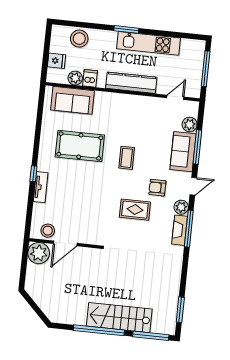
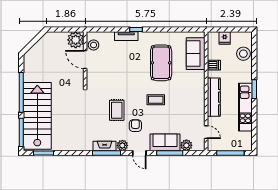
plant: (75, 78) -> (213, 54), removed
stairs: (119, 318) -> (37, 116), width x1.36, depth x1.51

